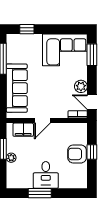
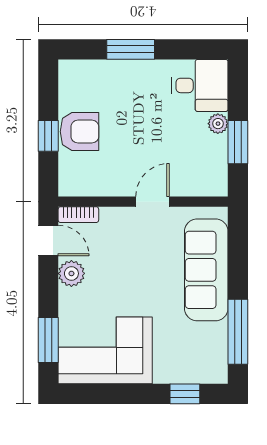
filing cabinet: (23, 130) -> (193, 182), removed
desk: (46, 175) -> (200, 85), moved, turned 90
window: (40, 193) -> (131, 49), moved

